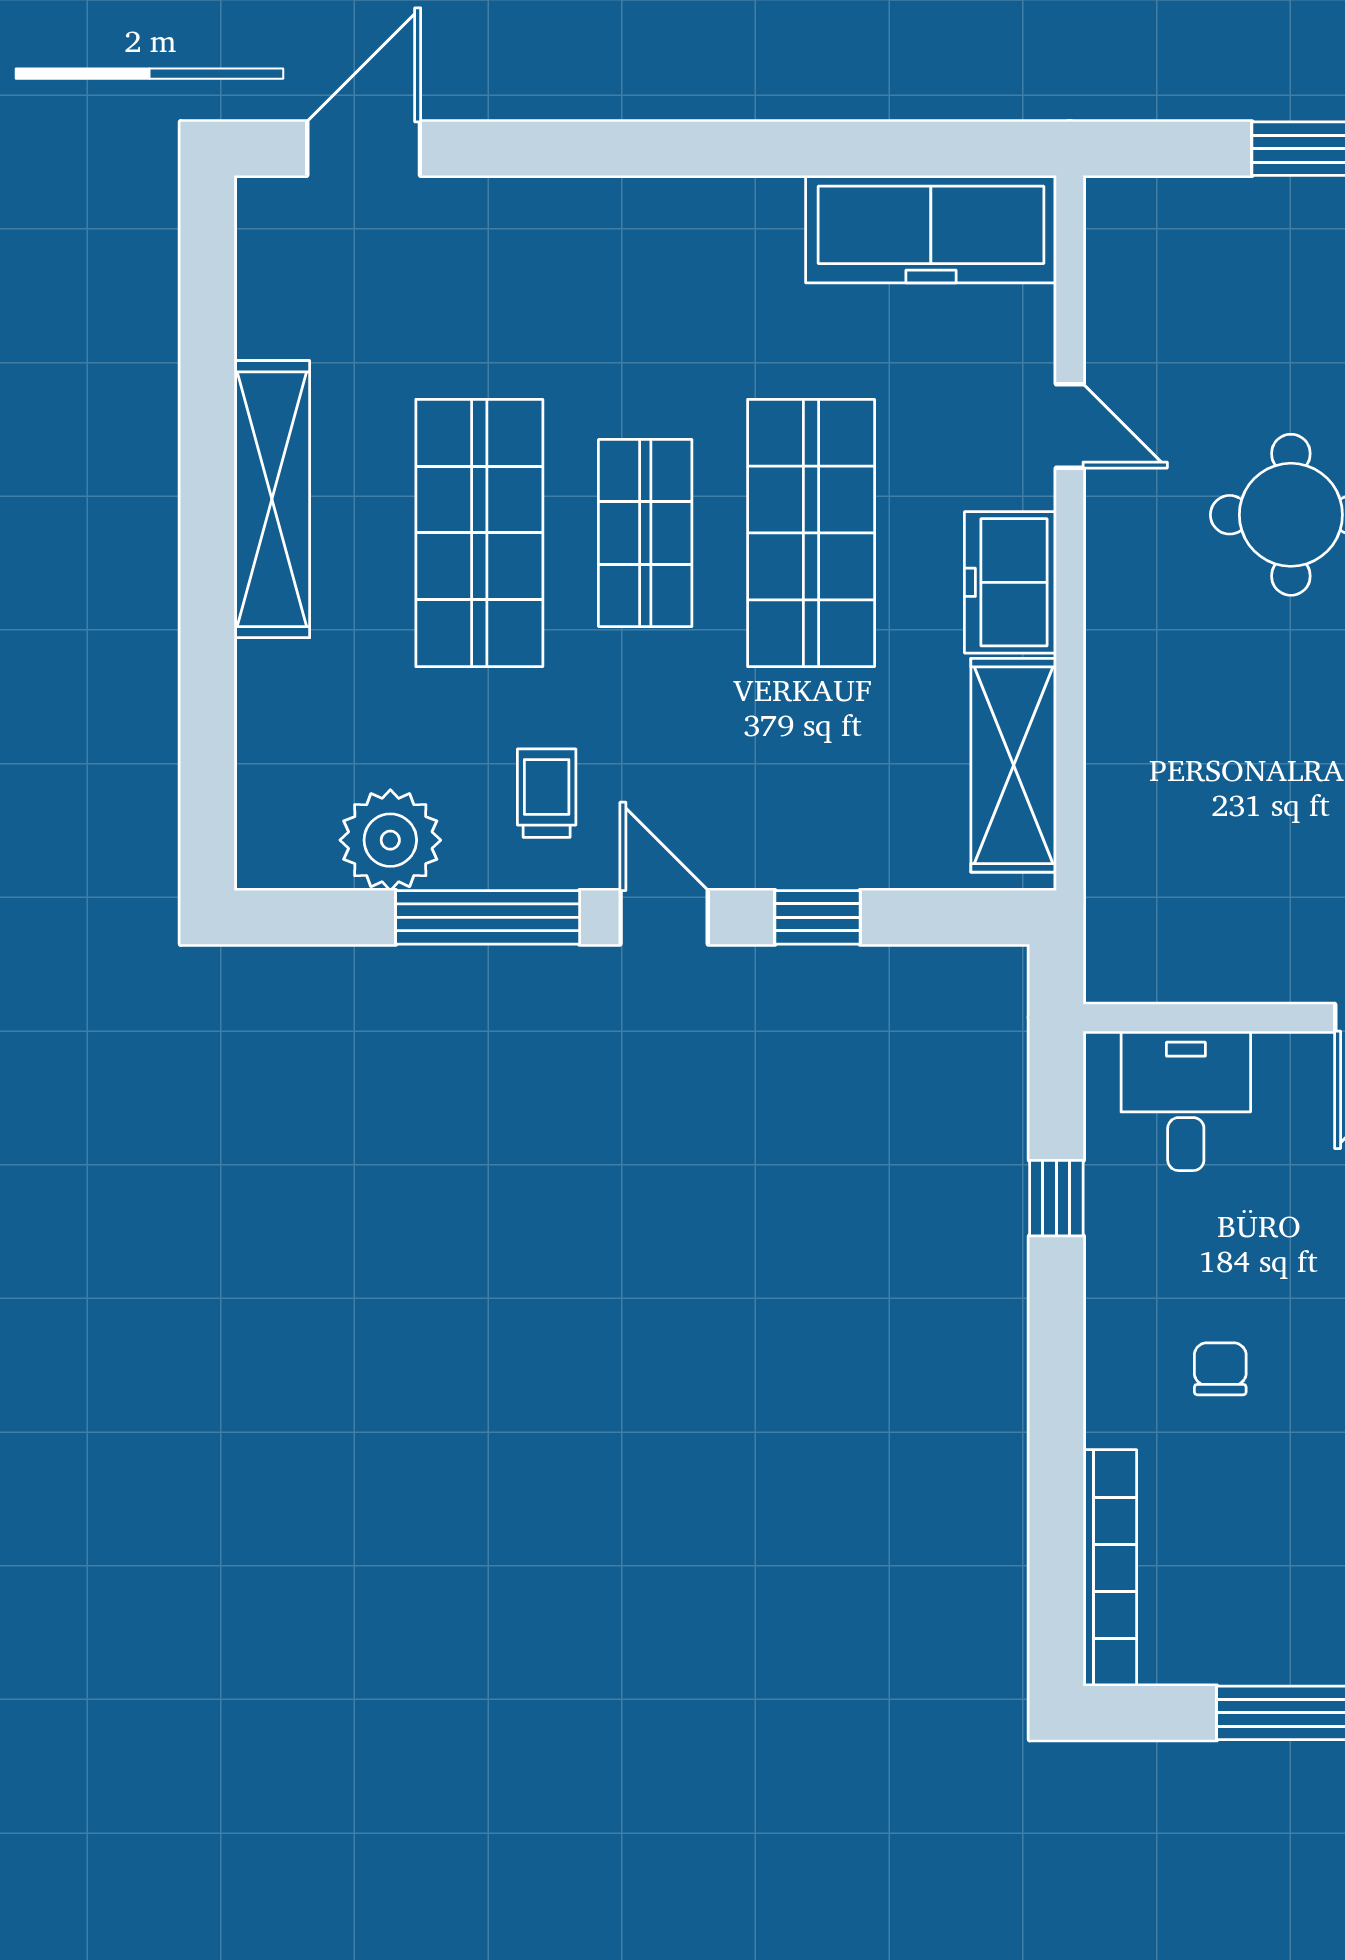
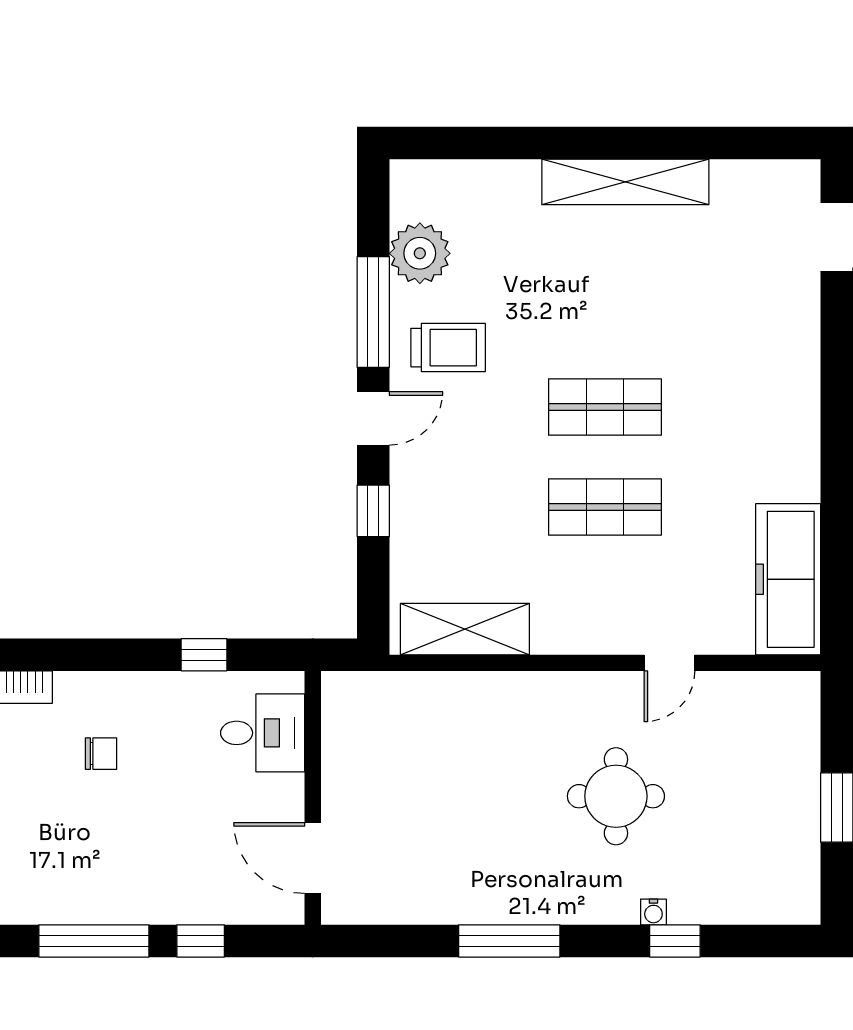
shop shelf: (479, 533) -> (605, 307), removed
shop shelf: (811, 533) -> (605, 507), width x0.70, depth x0.74
freezer: (1010, 582) -> (575, 627), removed
trolley: (547, 793) -> (448, 348), width x1.36, depth x1.39

